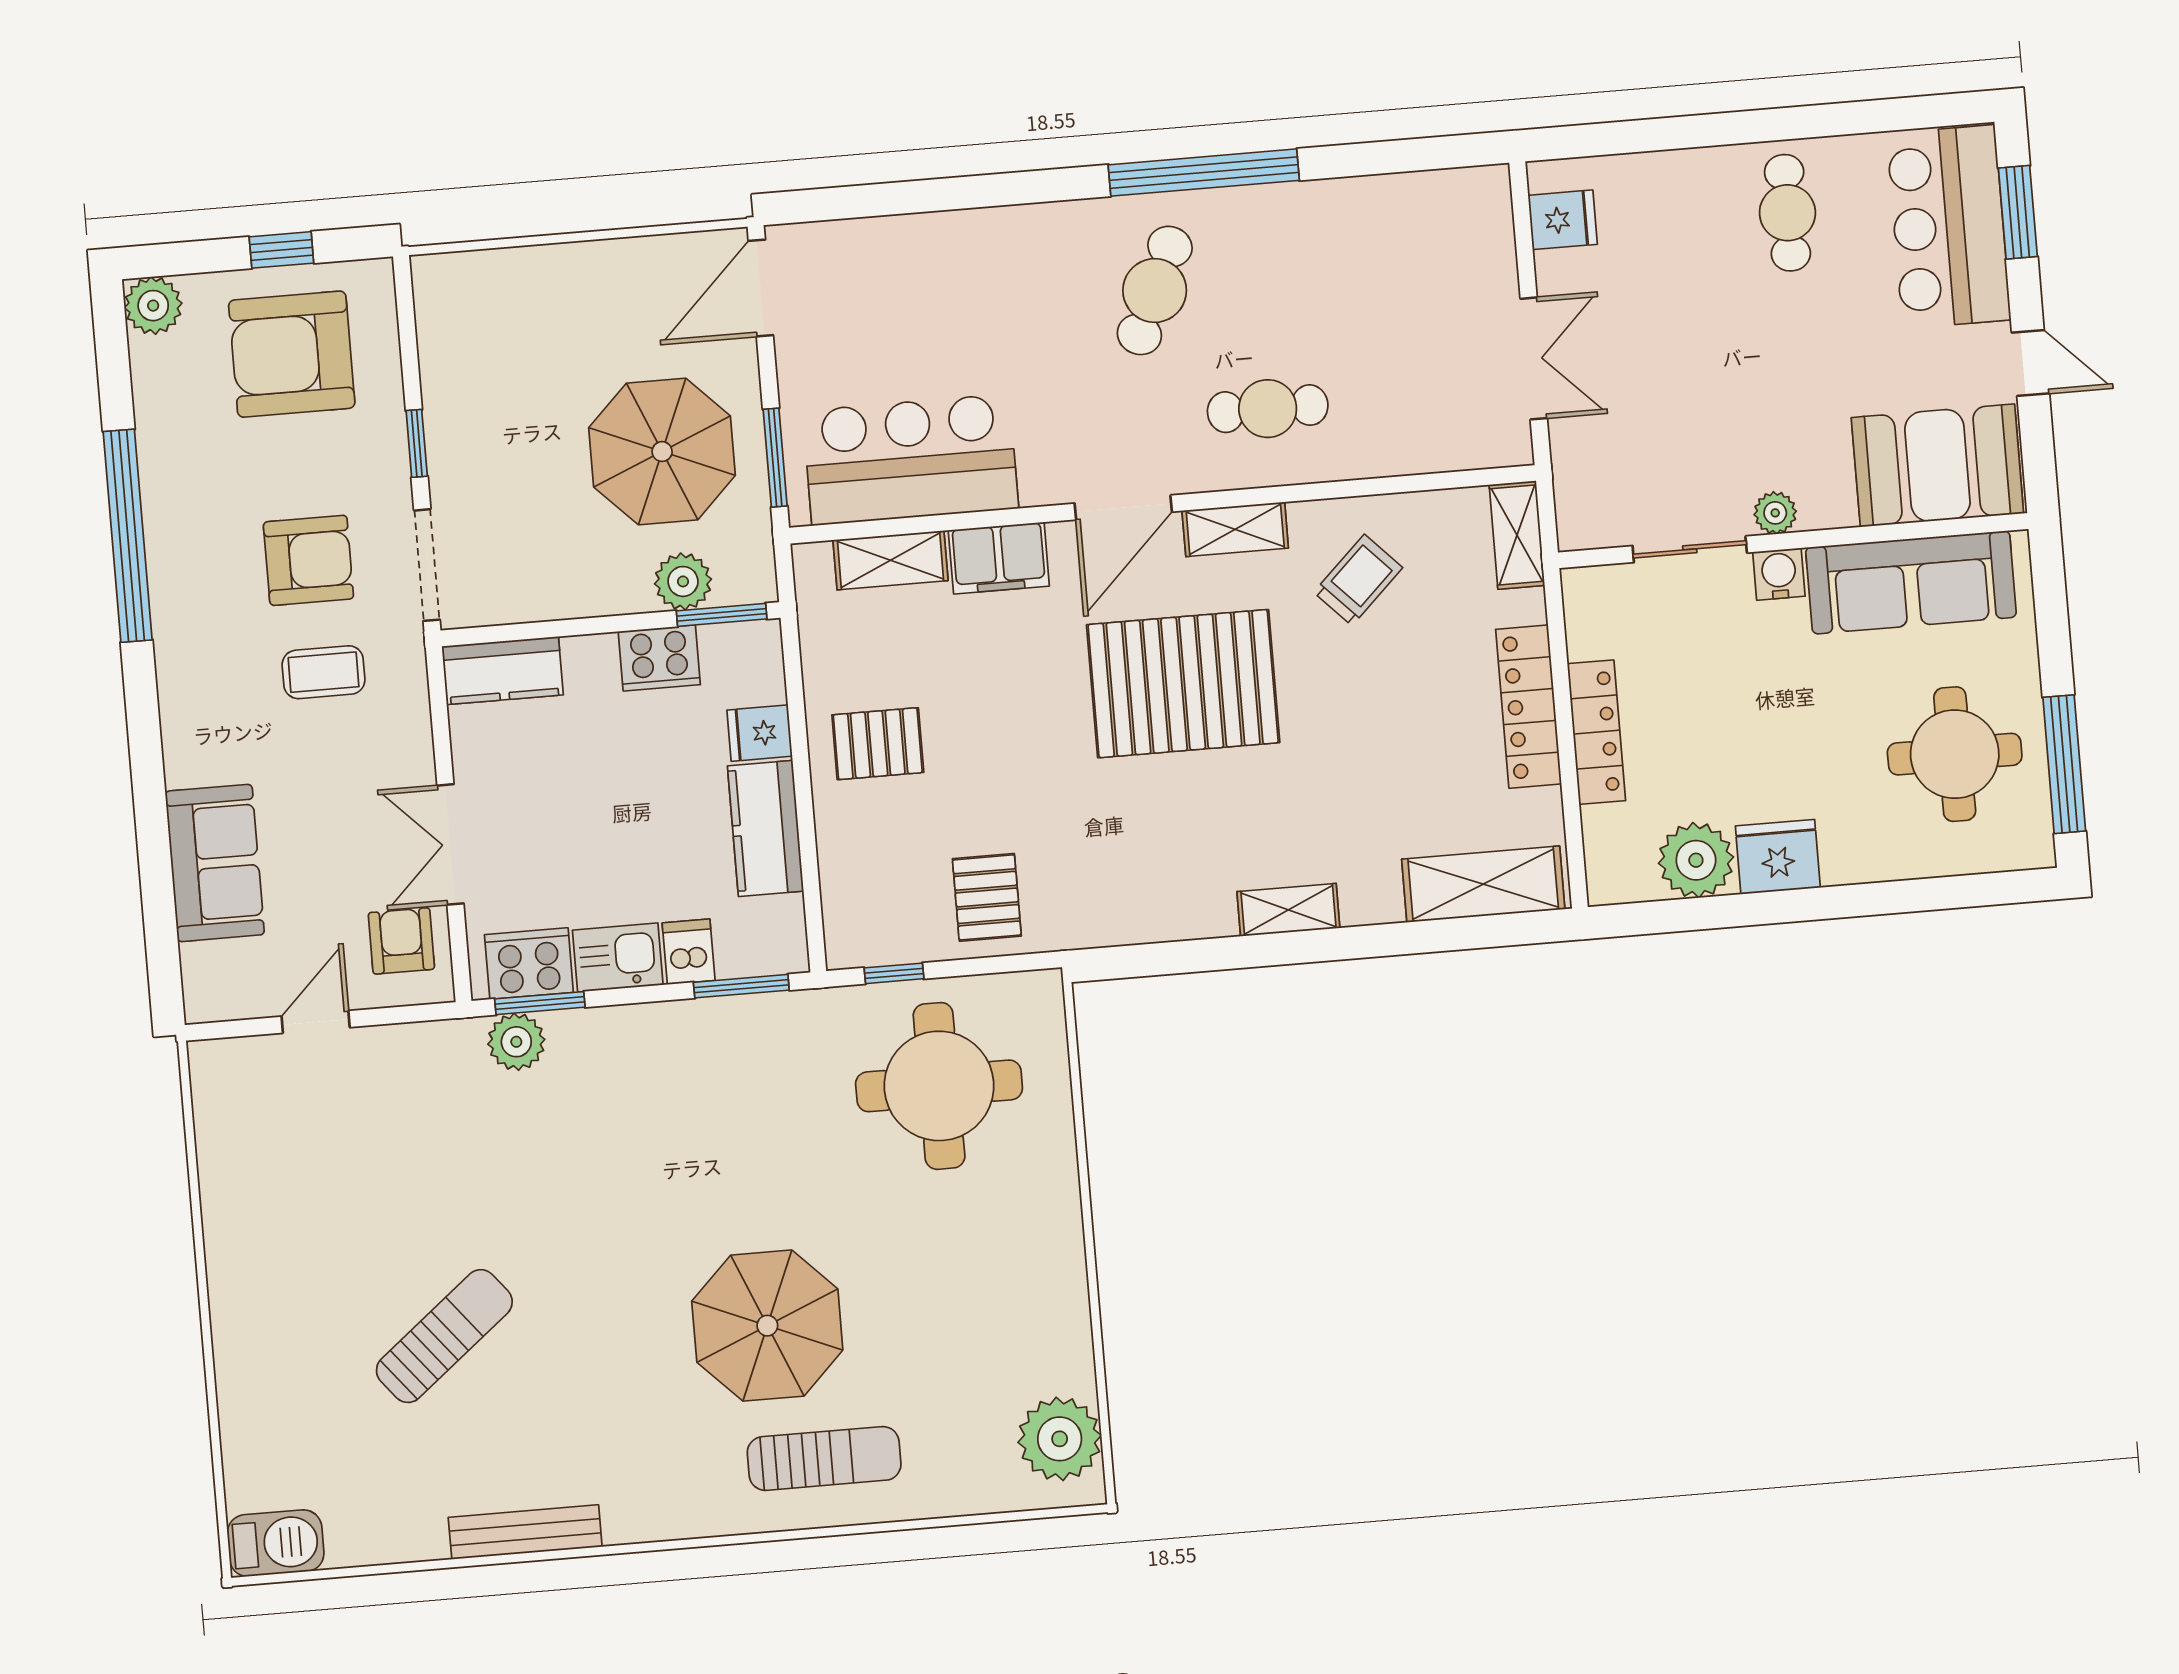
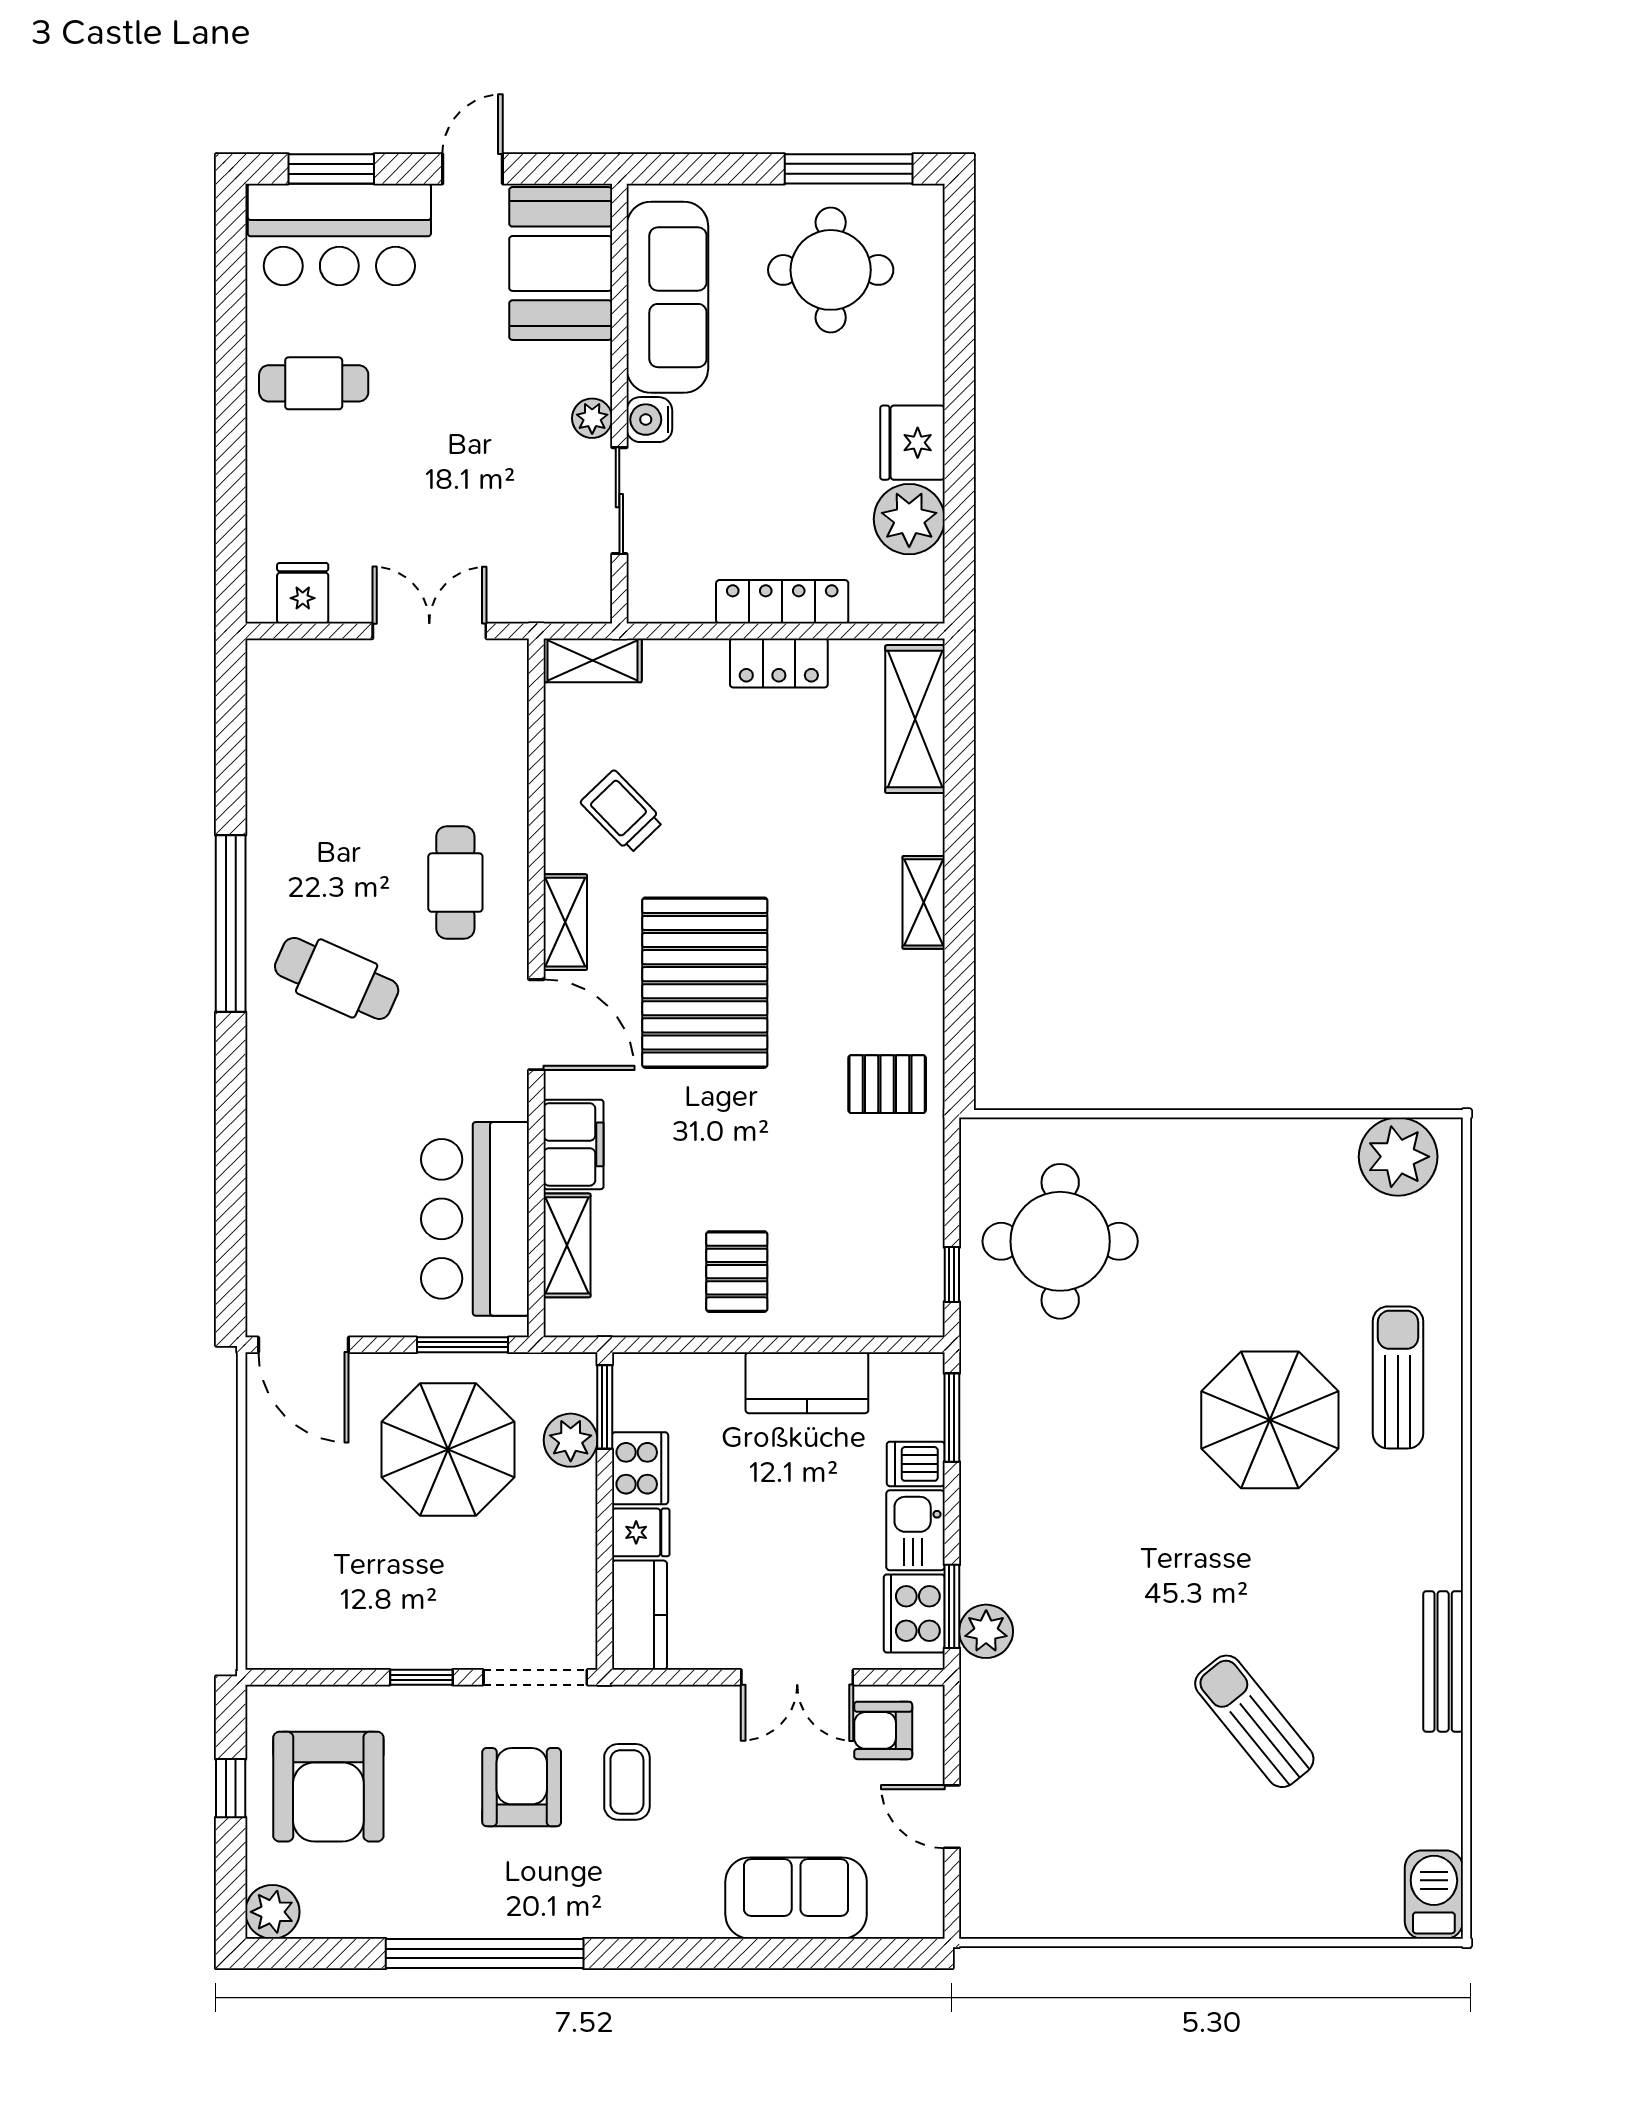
locker: (1529, 707) -> (779, 663), width x0.66
fridge: (760, 733) -> (641, 1532), moved, turned -90
pallet: (987, 897) -> (887, 1084), moved

